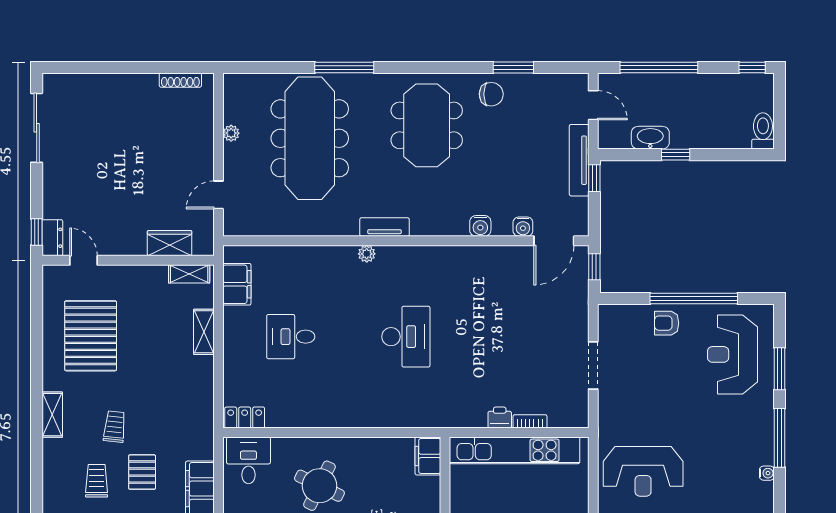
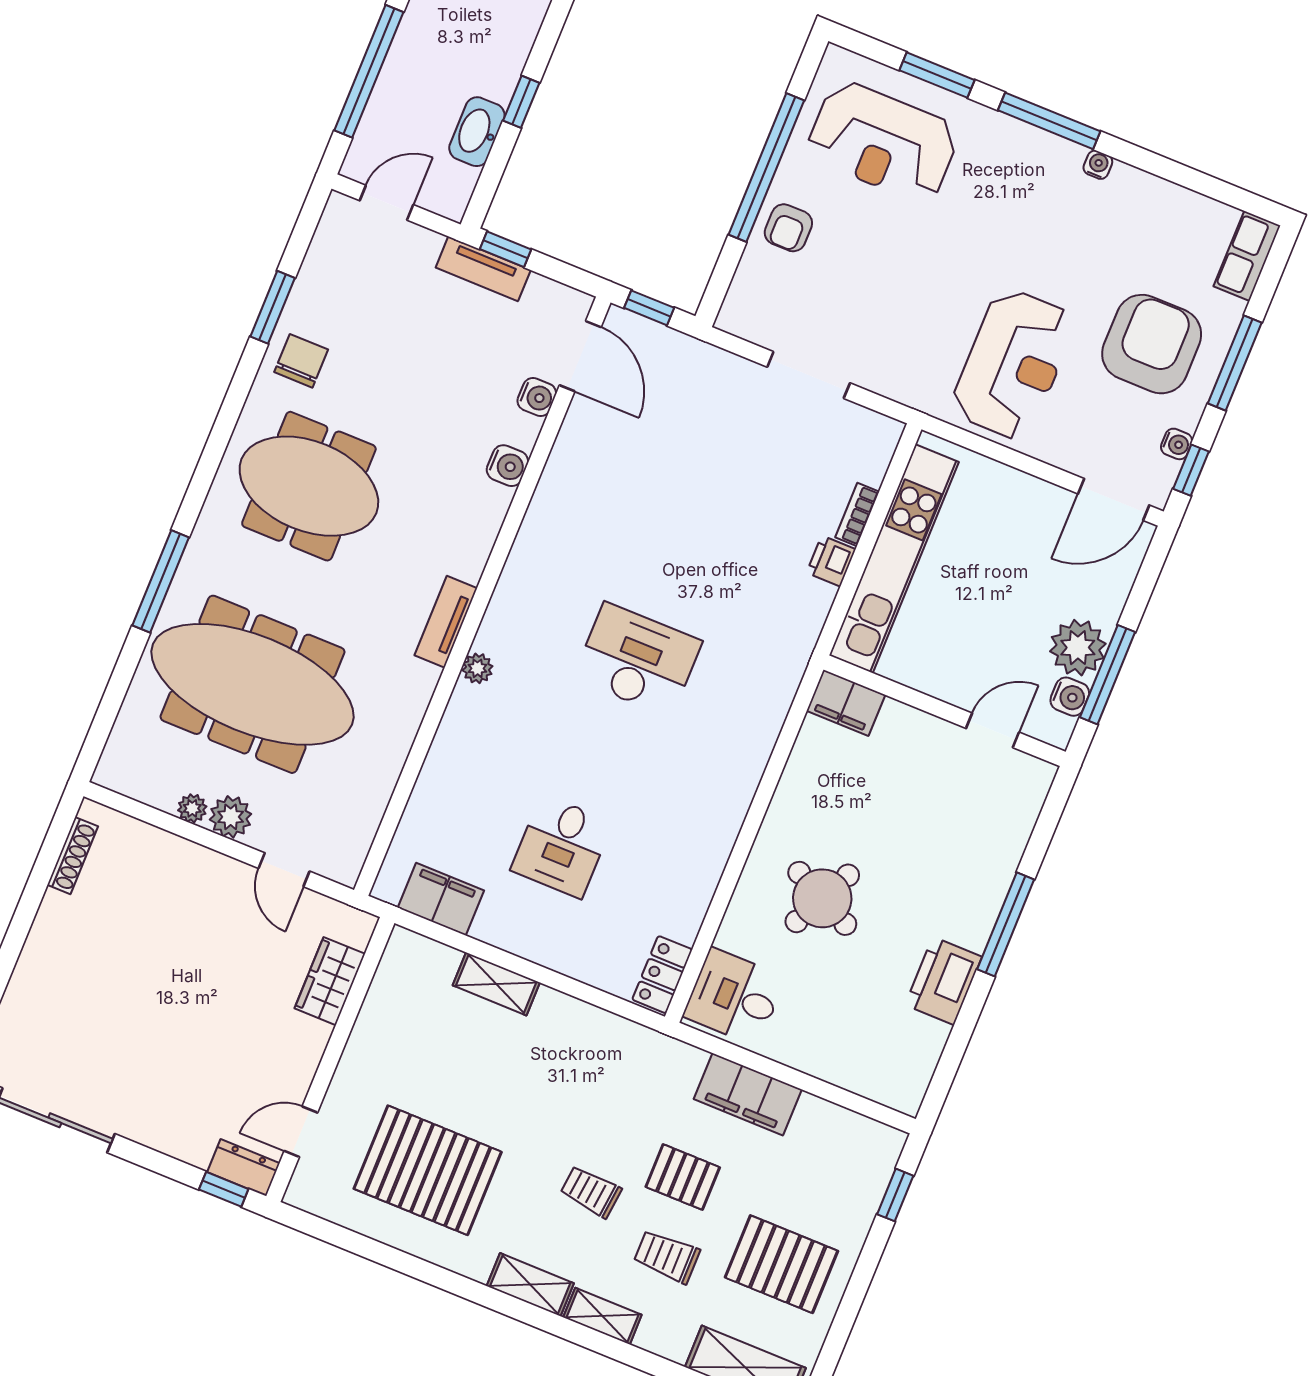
plant: (235, 155) -> (231, 817), added
tv unit: (579, 160) -> (483, 269), width x0.71
shelving: (189, 274) -> (602, 1316), moved, turned 90

